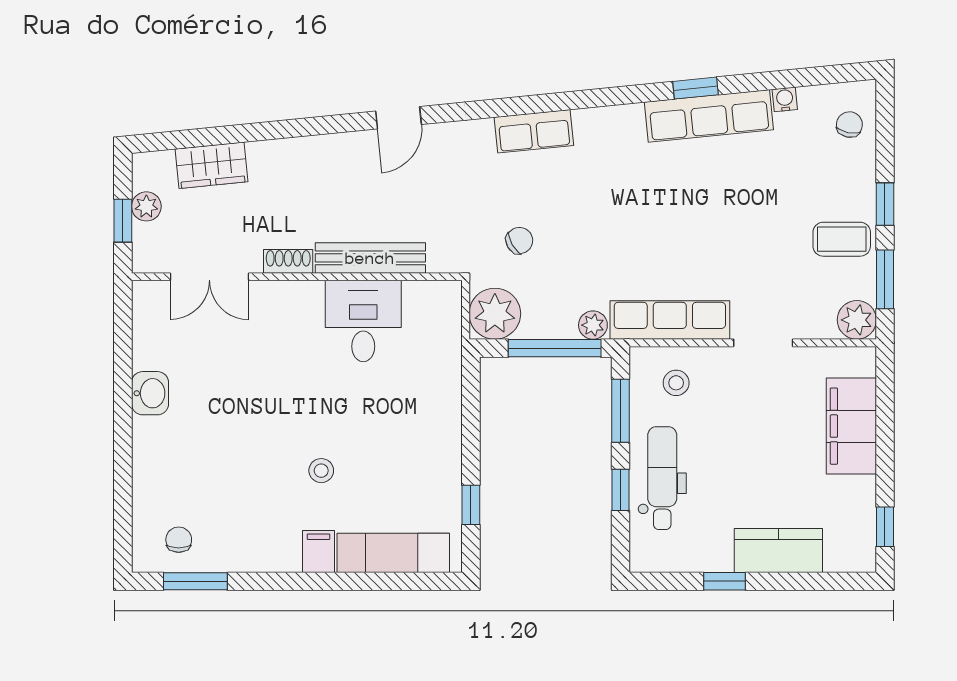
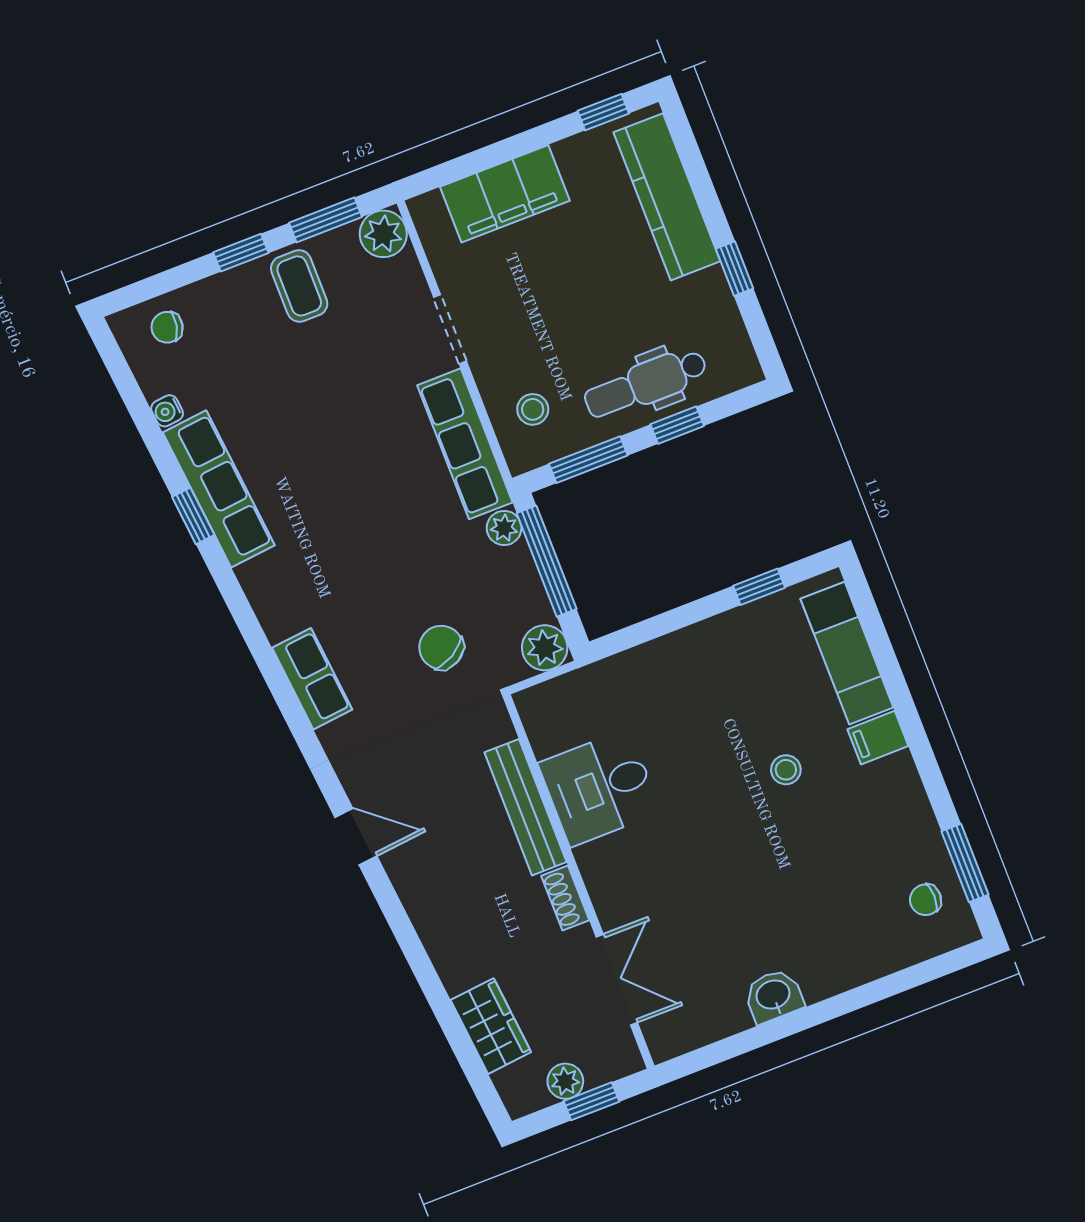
chair: (519, 241) -> (441, 647), width x1.37, depth x1.37
plant: (495, 314) -> (545, 648), width x0.73, depth x0.73
kitchen counter: (778, 551) -> (667, 197), width x1.50

